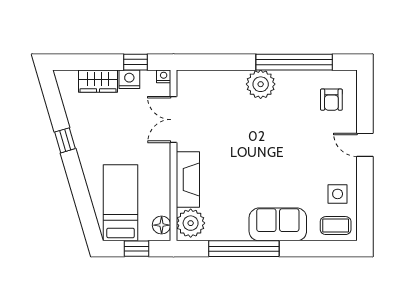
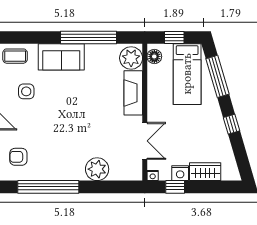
plant: (261, 84) -> (97, 169), moved
armchair: (331, 100) -> (18, 157), turned -90
side table: (338, 194) -> (26, 91), moved
window: (83, 200) -> (217, 76), added

